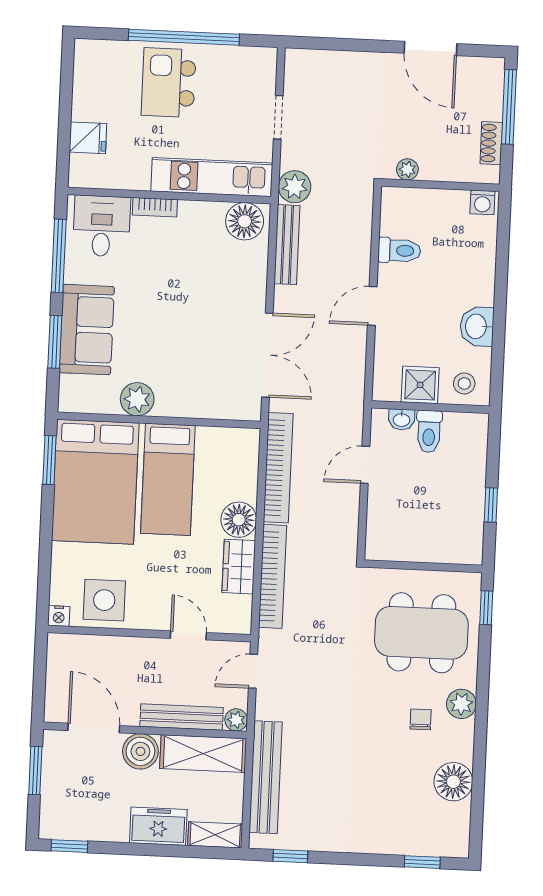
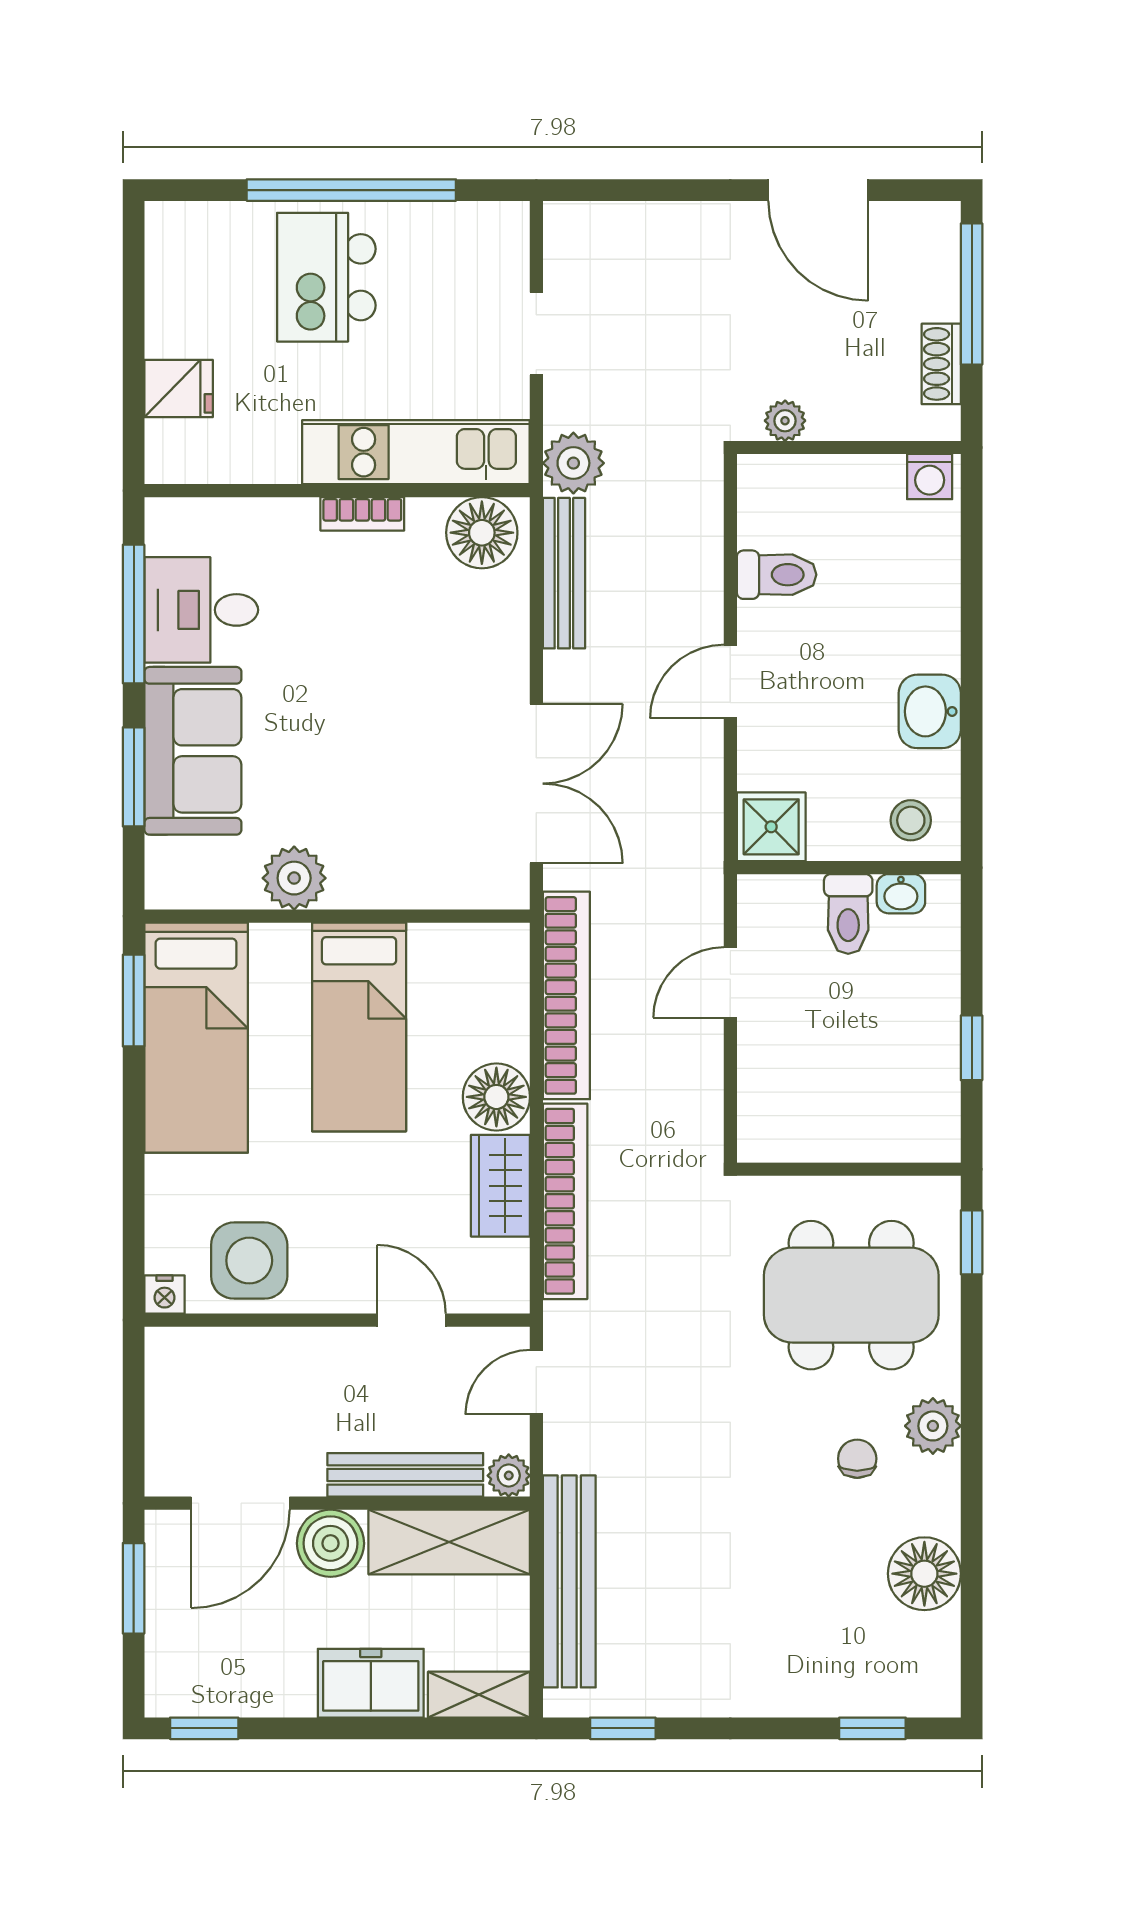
bookcase: (155, 207) -> (362, 514), moved
desk: (102, 226) -> (201, 610), moved, turned -90
shower: (420, 385) -> (771, 827), moved
washbasin: (402, 419) -> (901, 894), moved
bed: (95, 482) -> (196, 1038), width x0.67
door: (94, 728) -> (240, 1503), swing flipped

